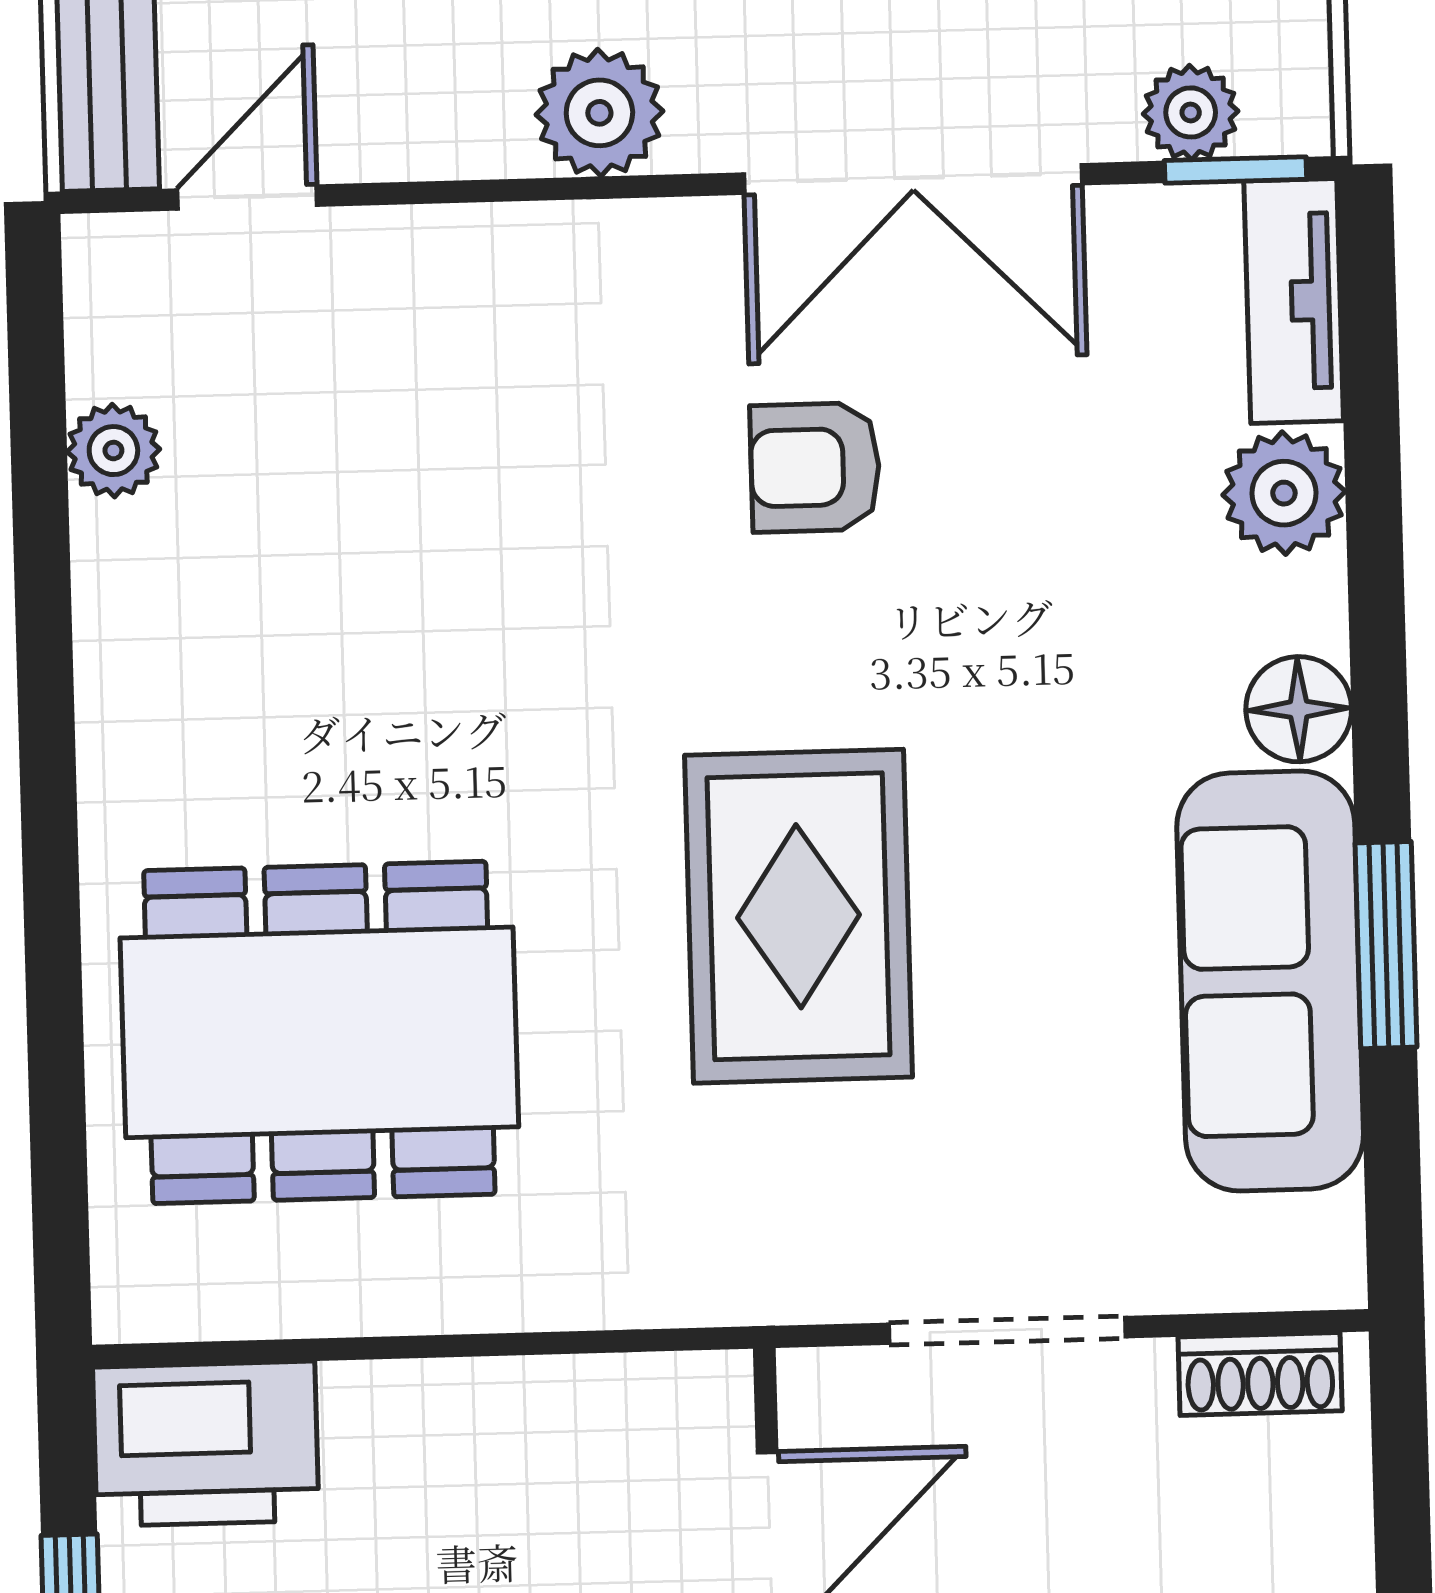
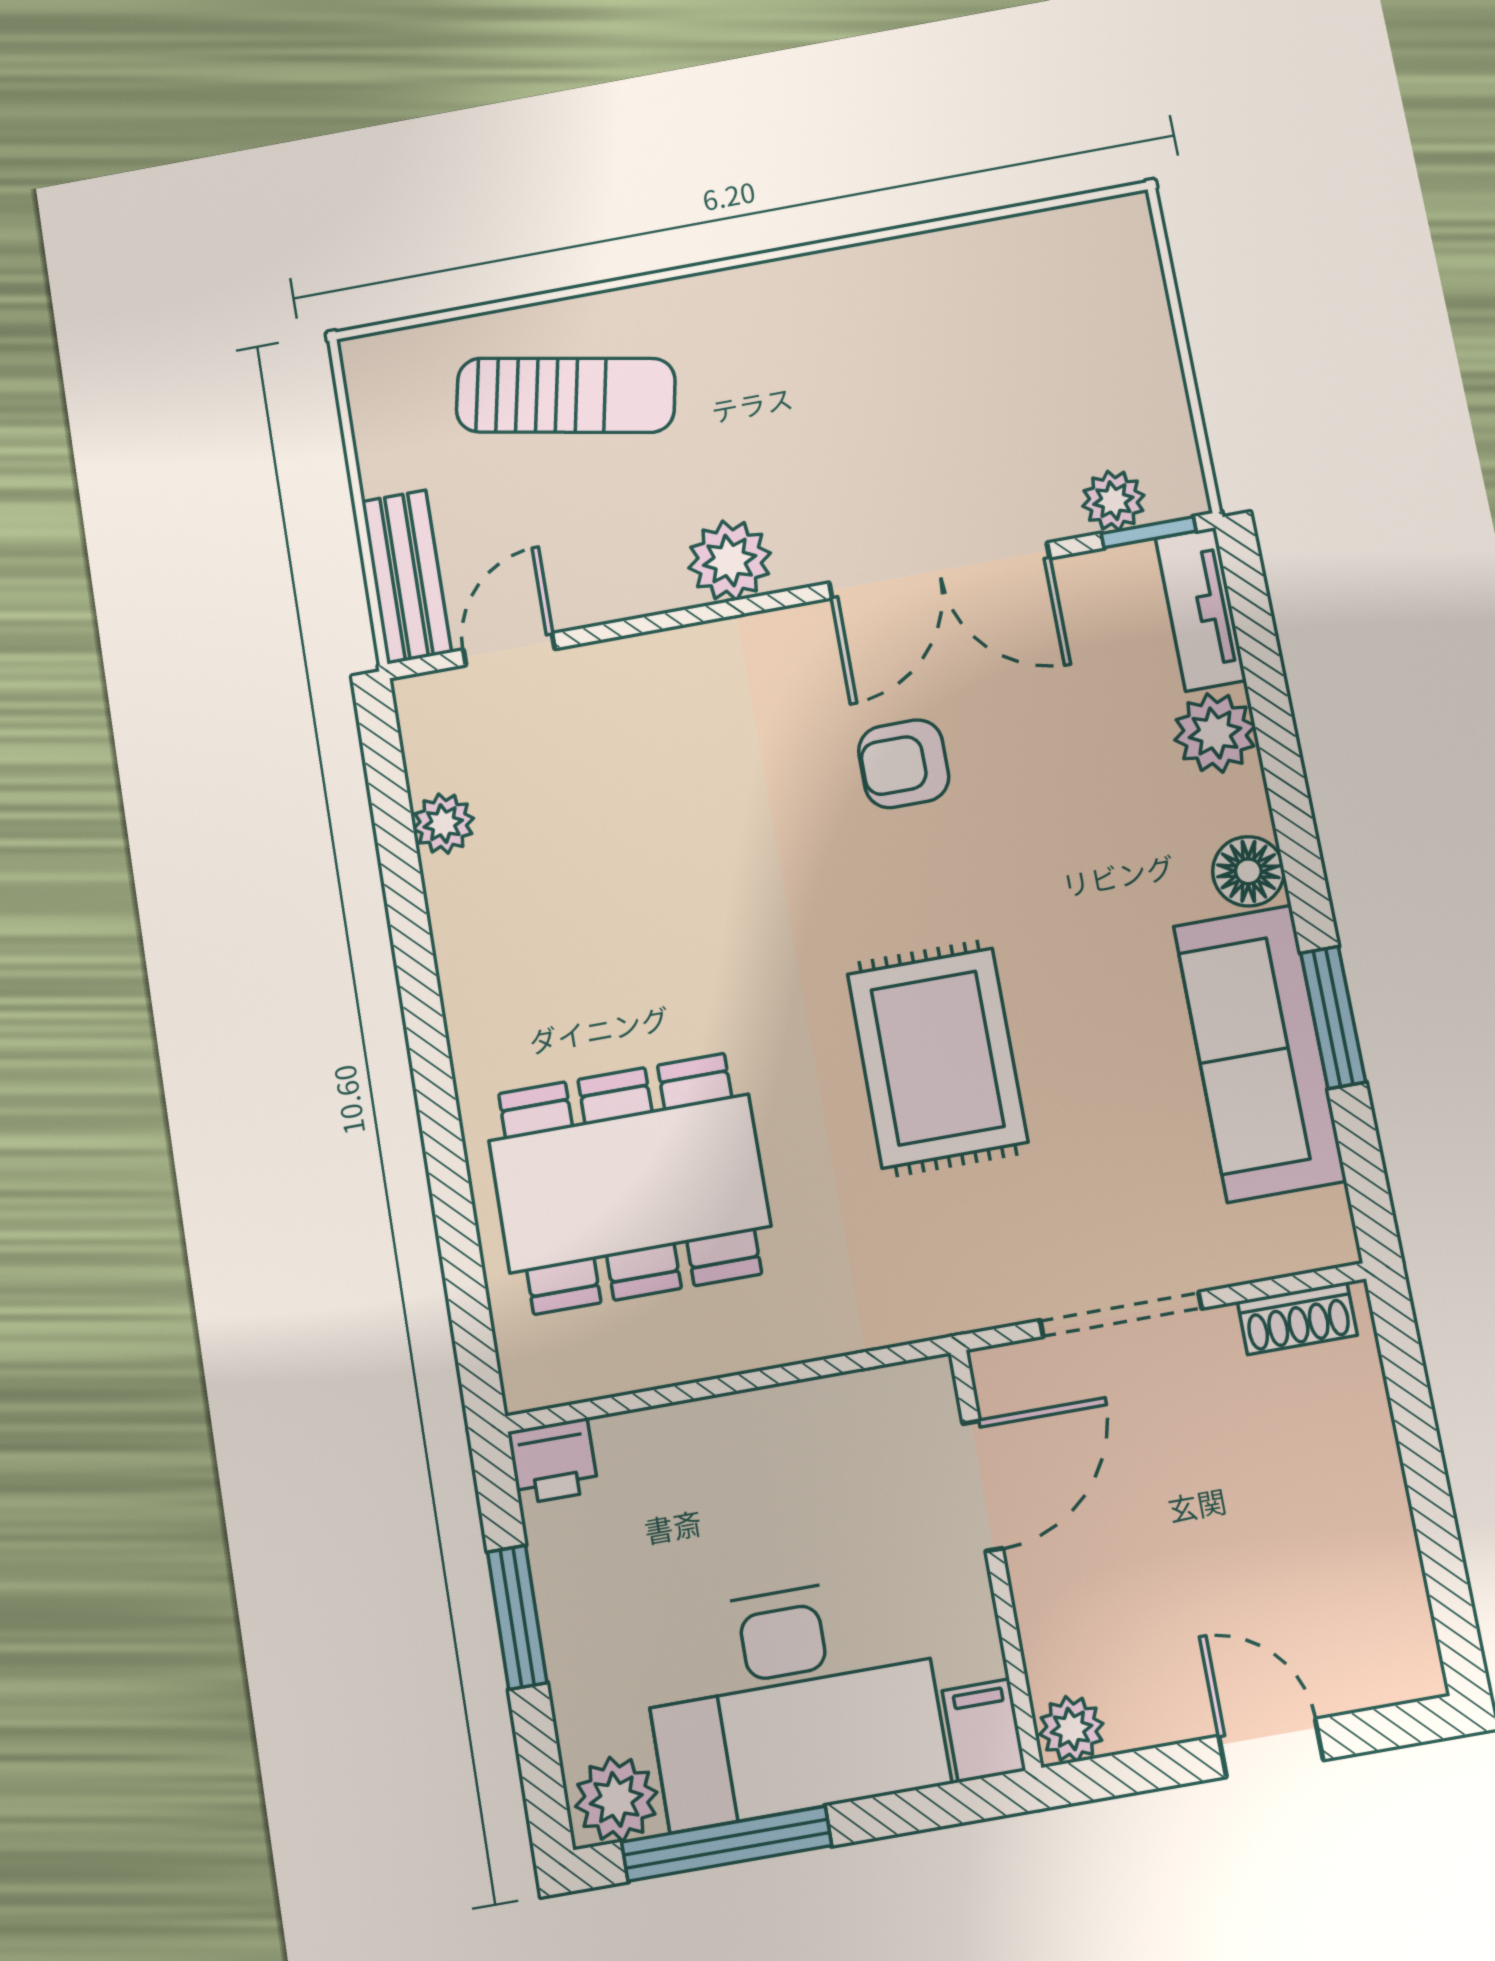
printer: (206, 1444) -> (553, 1461), width x0.53, depth x0.68

